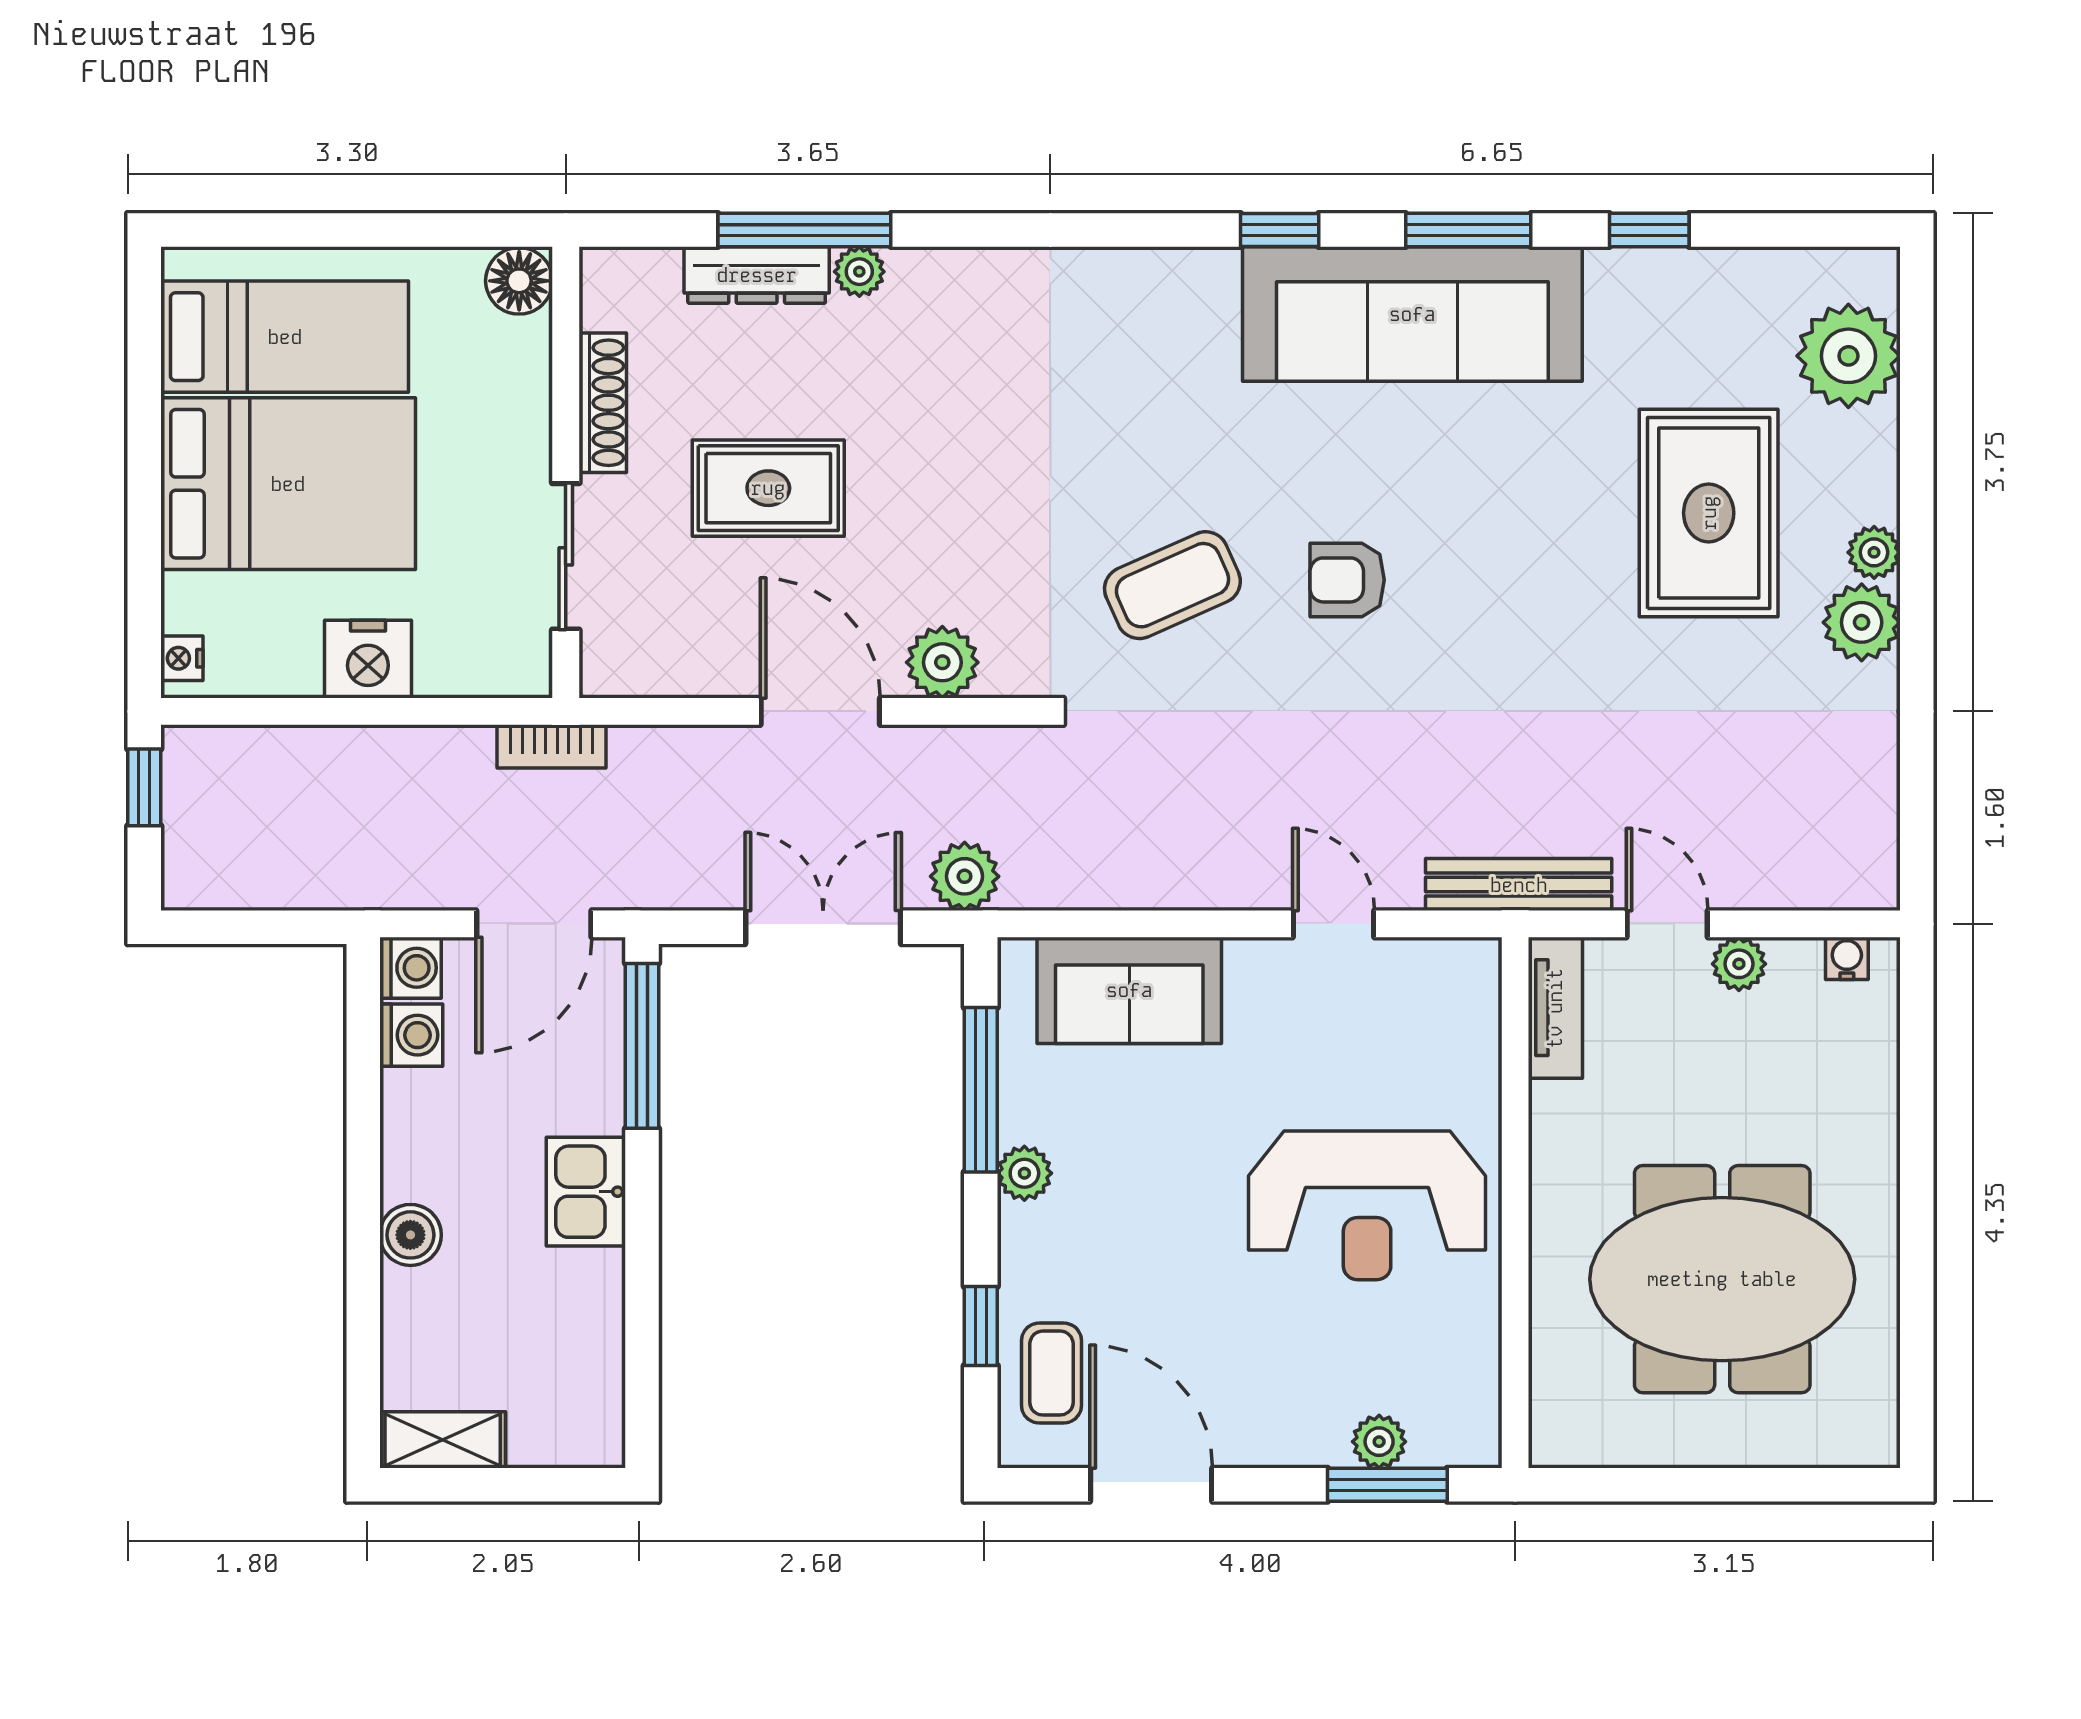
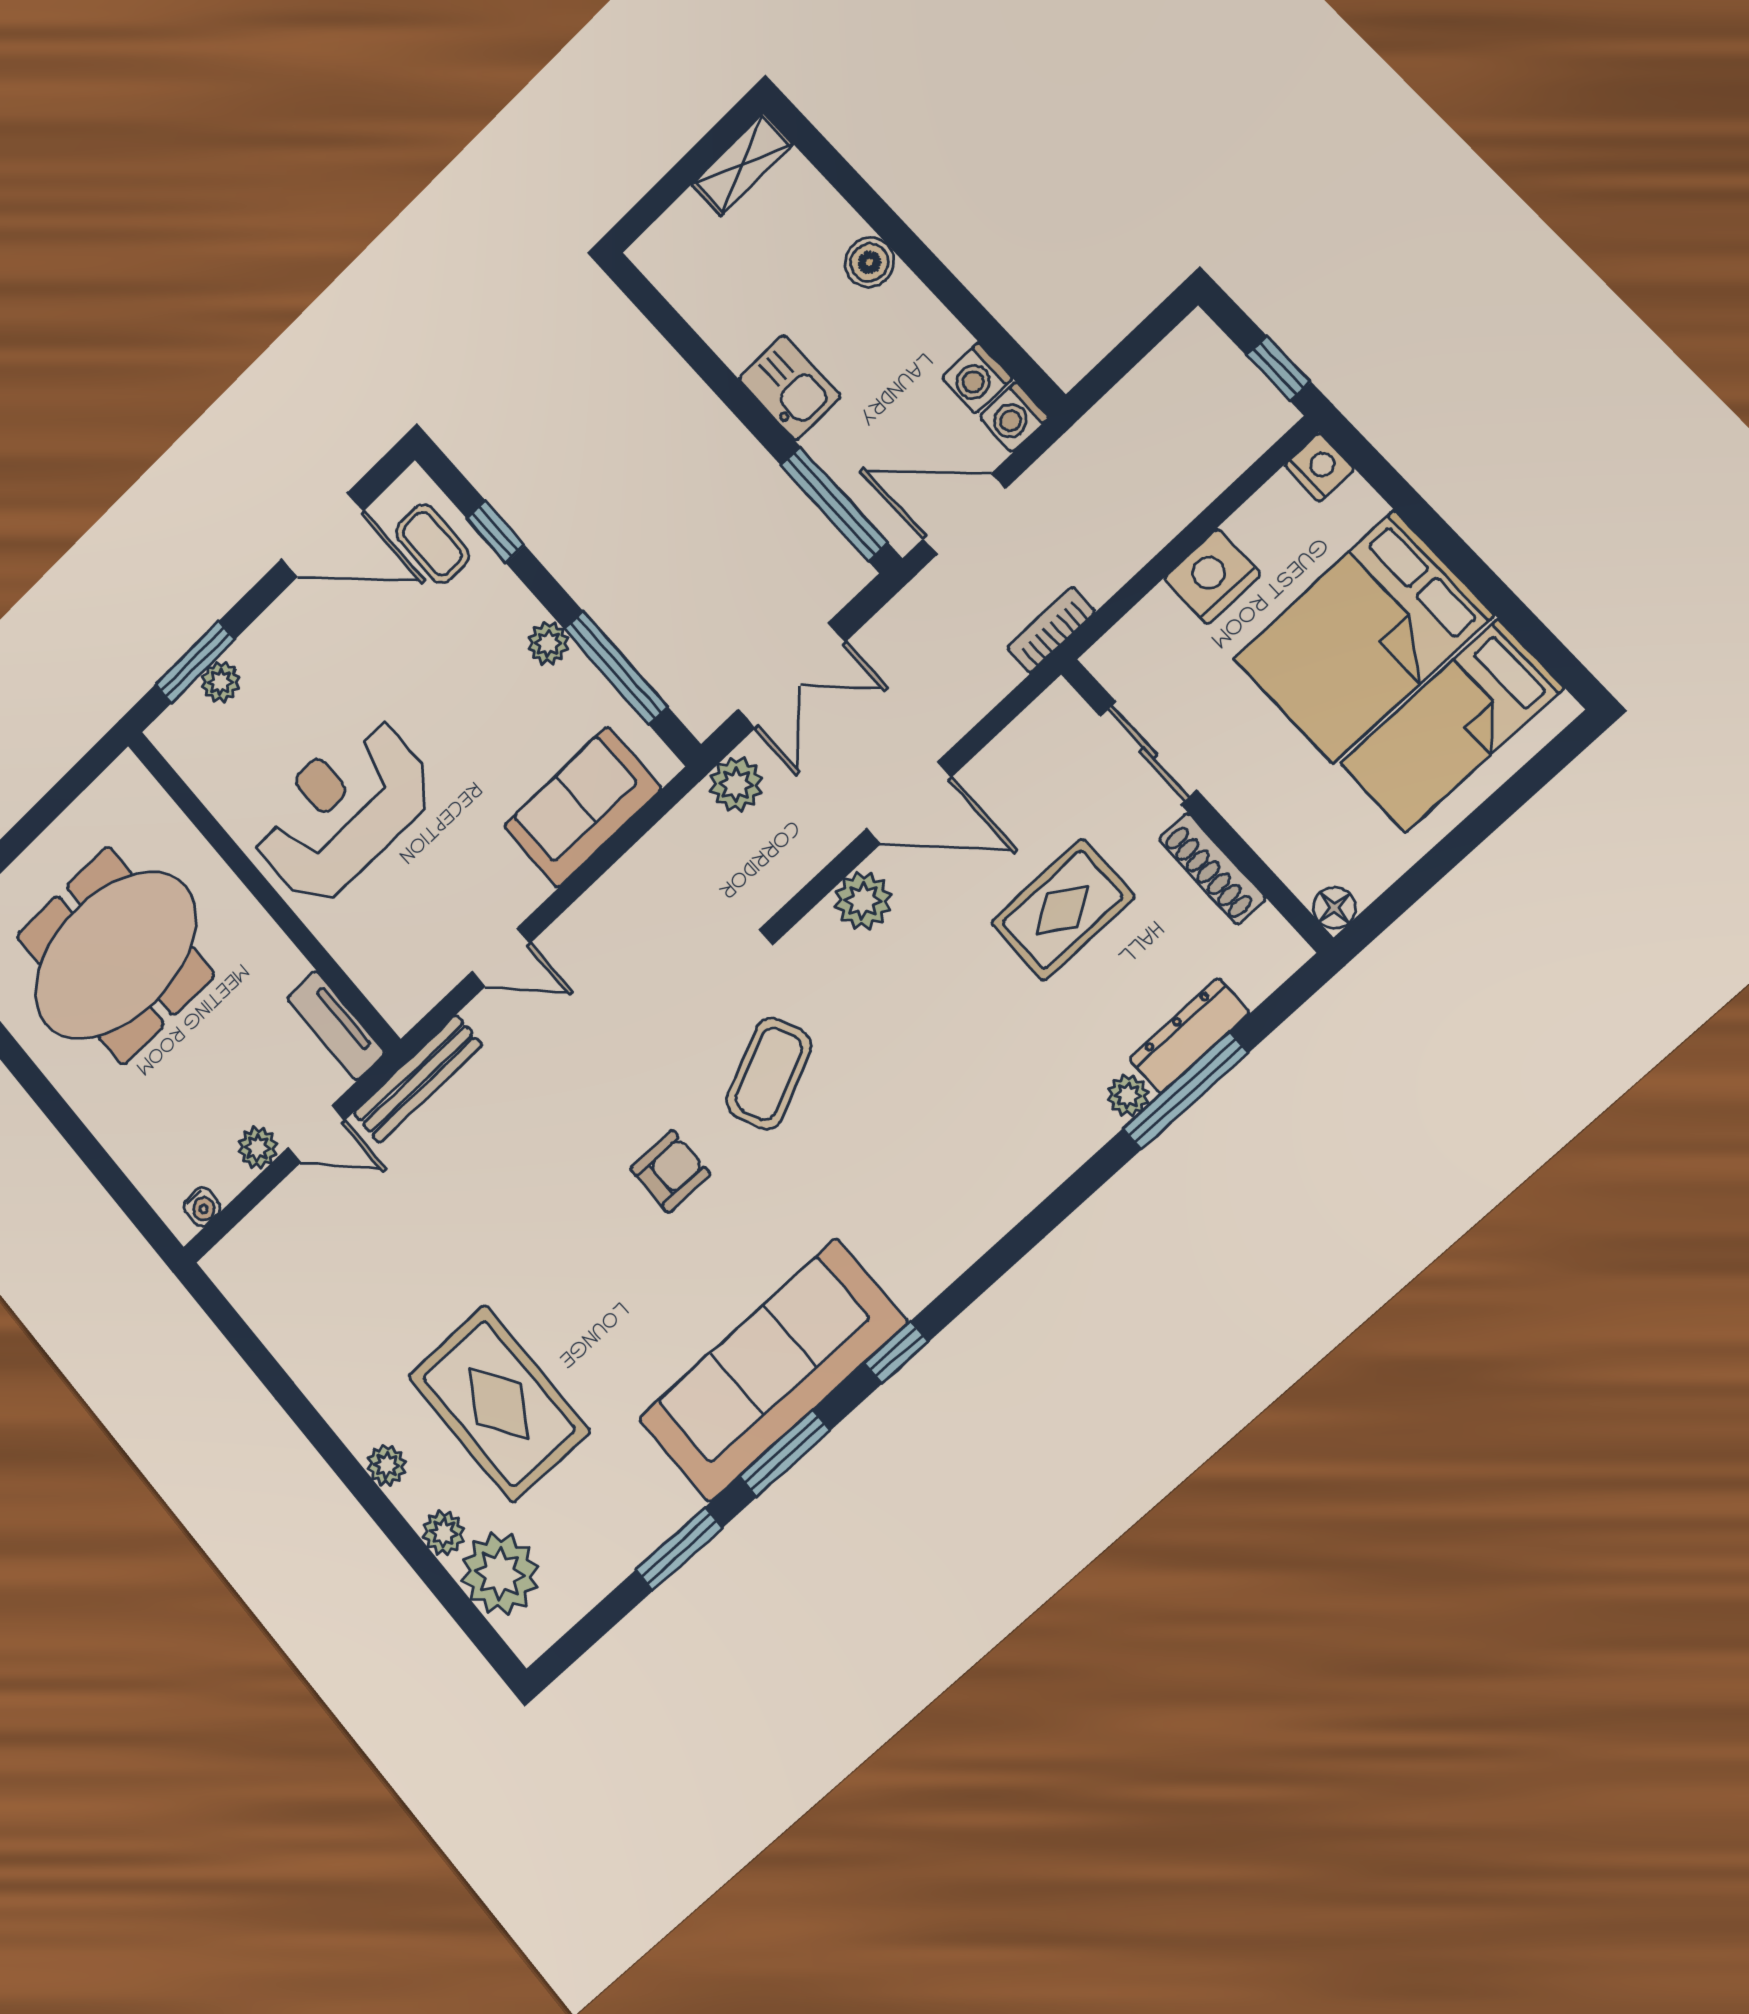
window: (1649, 230) -> (679, 1549), width x1.50
floor lamp: (519, 281) -> (1334, 908), width x0.73, depth x0.73
plant: (1862, 622) -> (444, 1533), moved, width x0.73, depth x0.73
nightstand: (182, 658) -> (1319, 467), width x1.39, depth x1.35
door: (534, 924) -> (964, 514), hinge flipped

